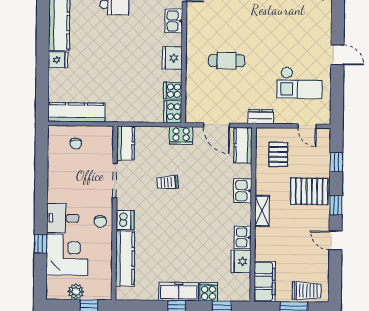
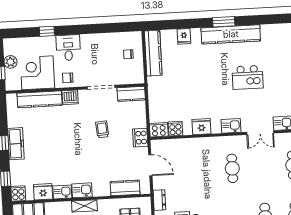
window: (43, 22) -> (224, 22), added
fridge: (58, 60) -> (184, 36), moved
cafe table: (227, 61) -> (232, 168), moved
door: (217, 125) -> (150, 165), swing flipped
kitchen counter: (243, 145) -> (125, 188), moved
kitchen sink: (243, 191) -> (82, 190), moved
corner desk: (67, 255) -> (37, 73), moved, turned 180
cooker: (209, 292) -> (18, 193), moved, turned -90

